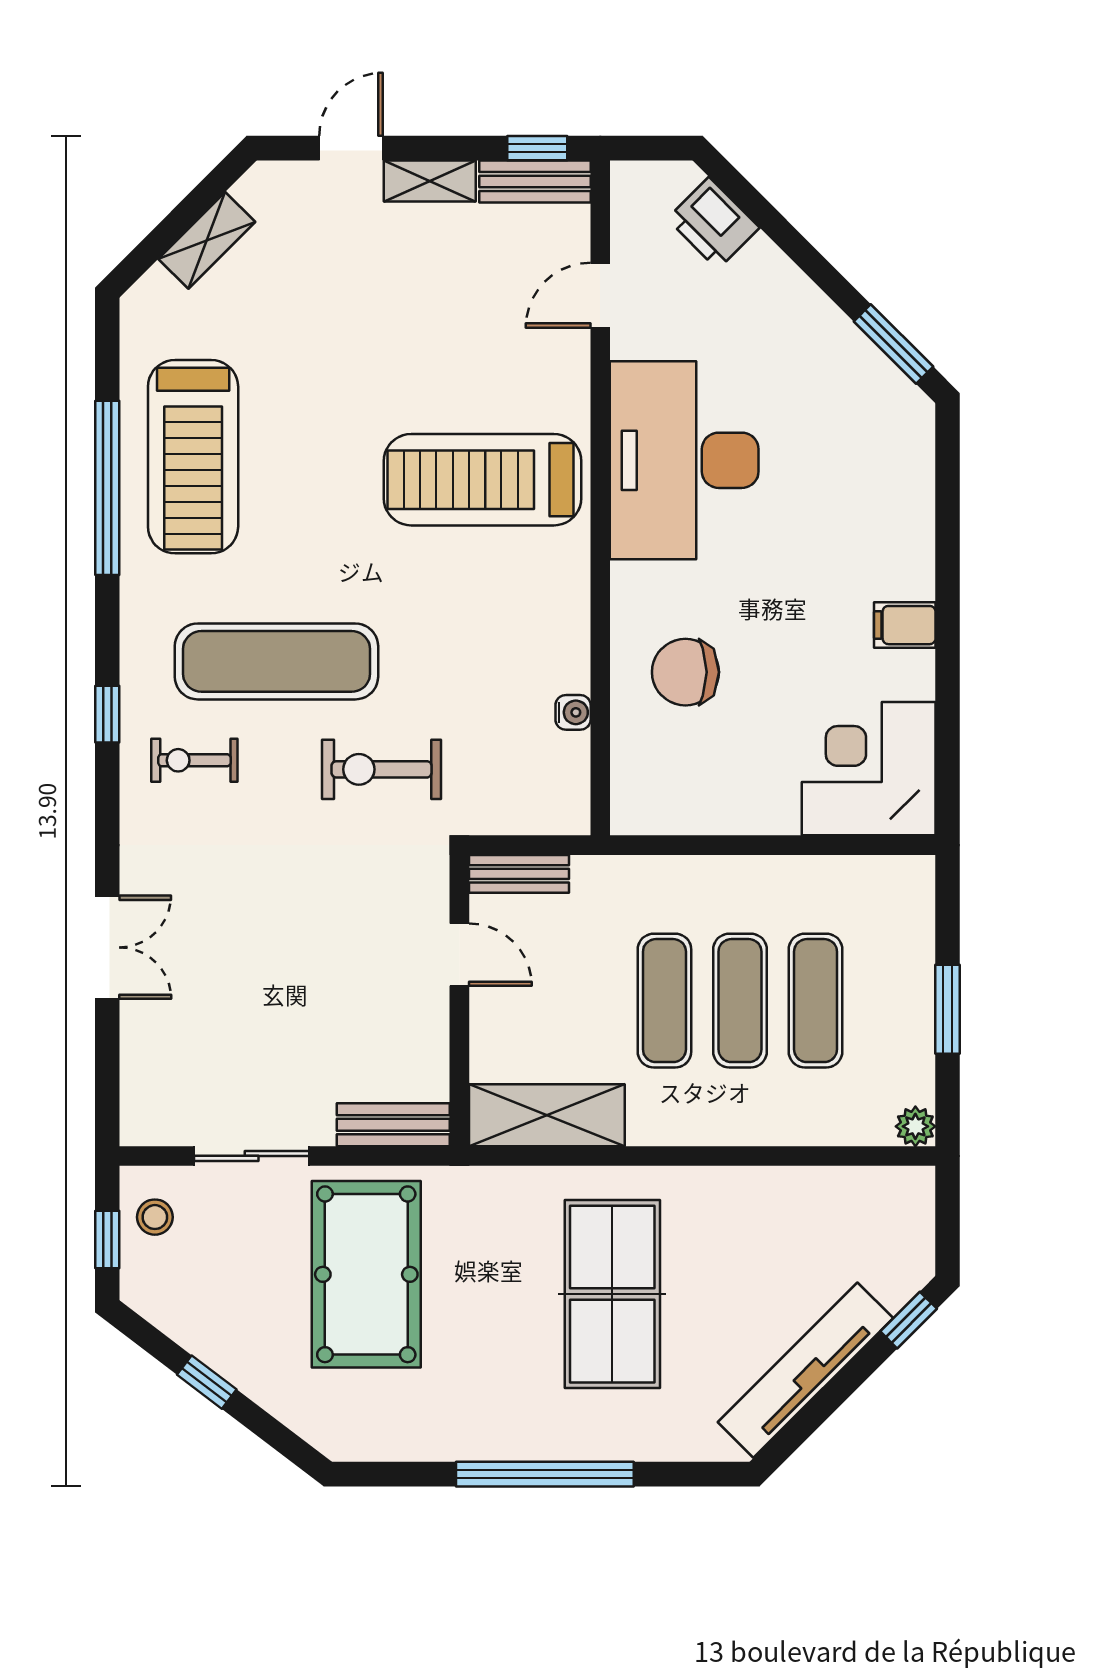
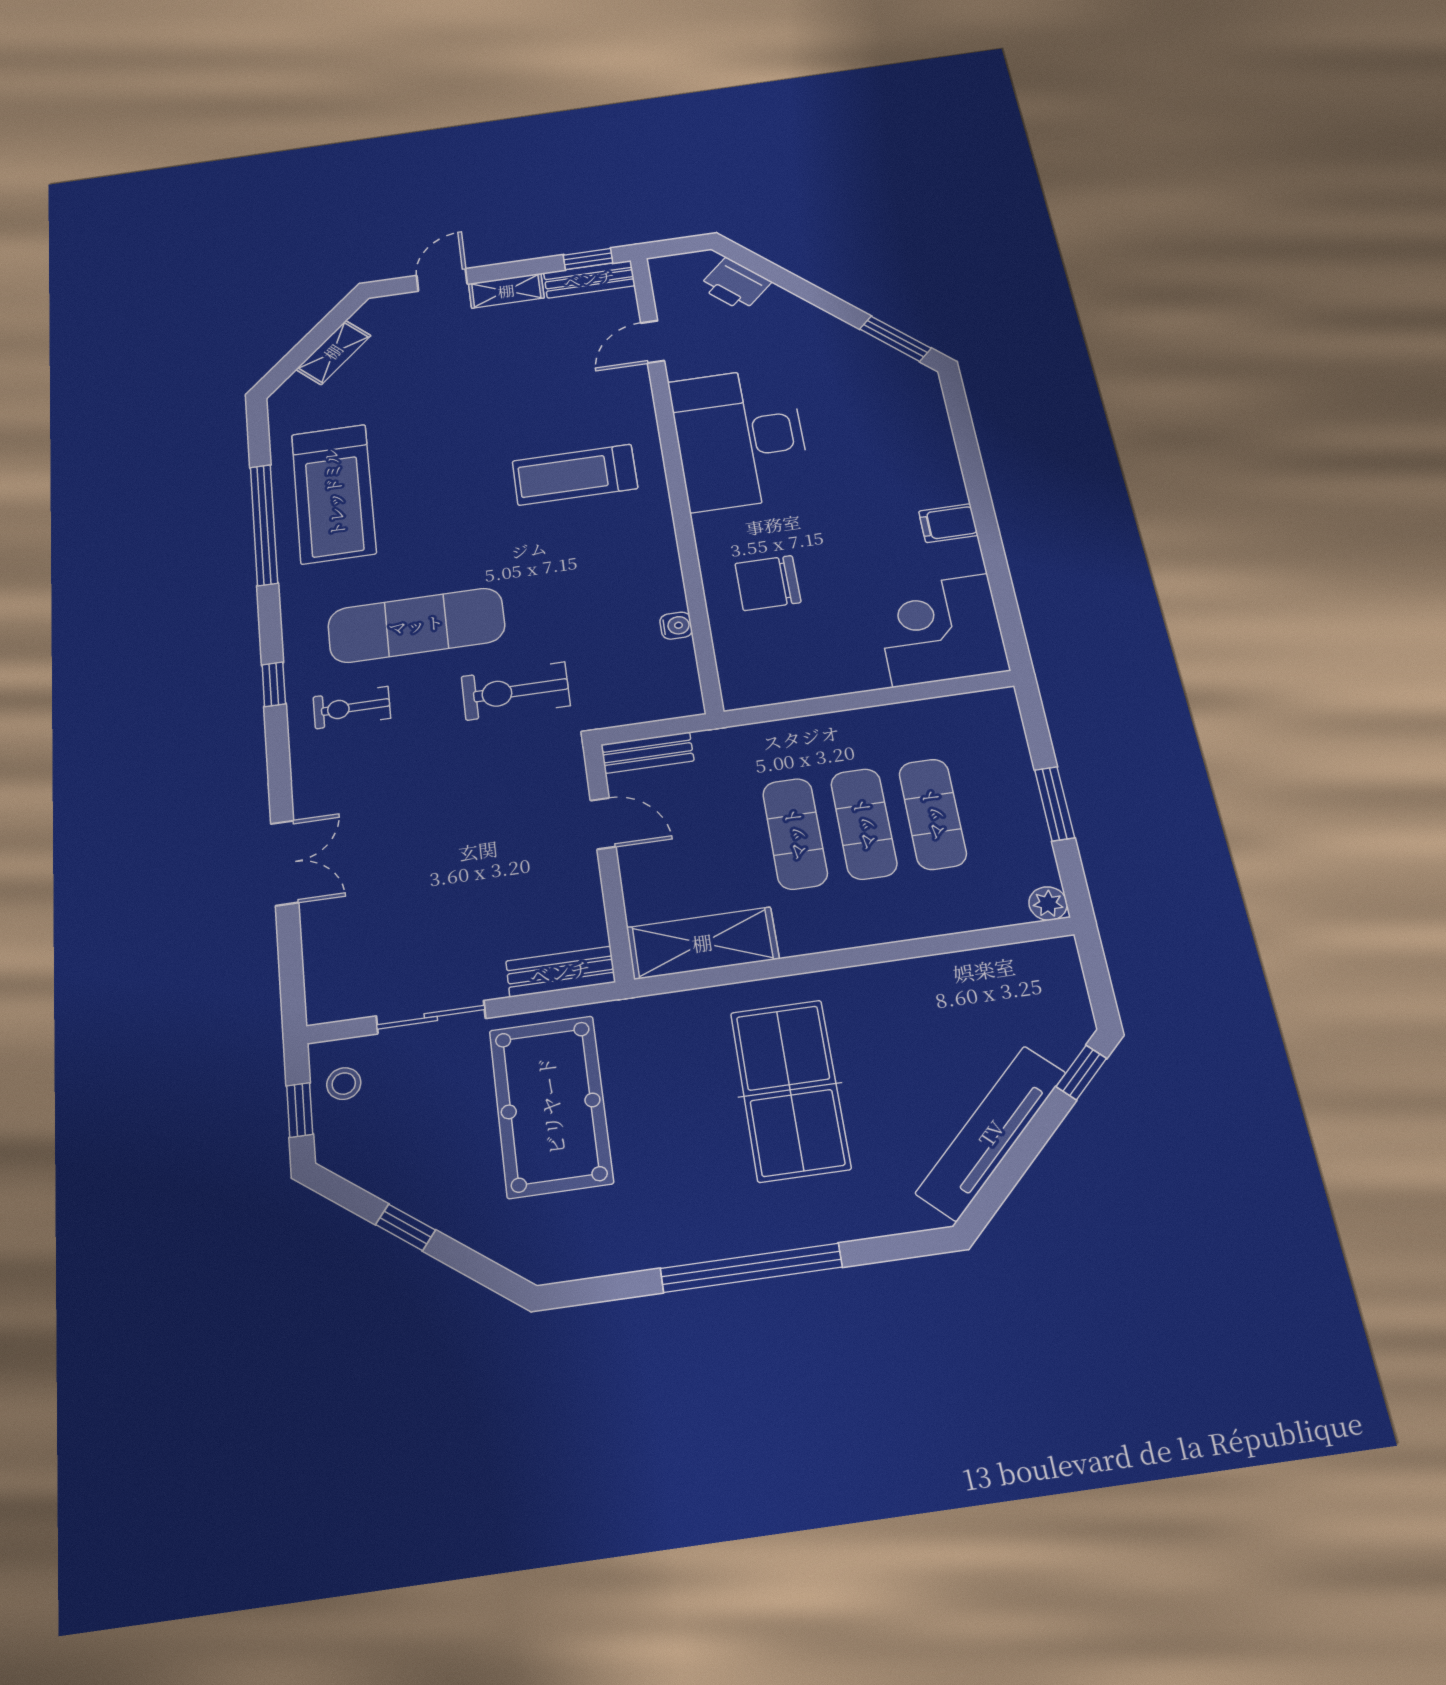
treadmill: (482, 480) -> (575, 475), width x0.73, depth x0.73

